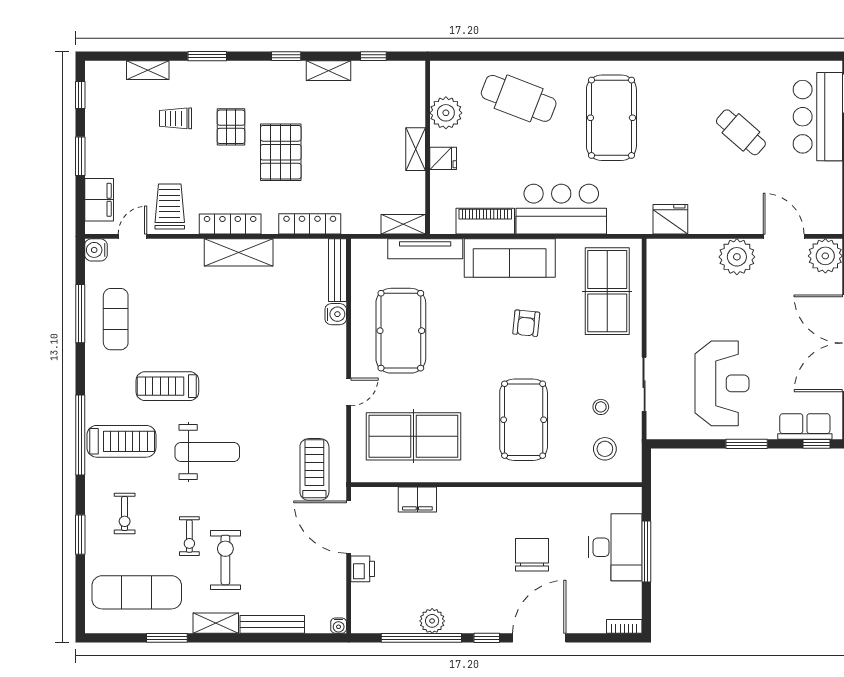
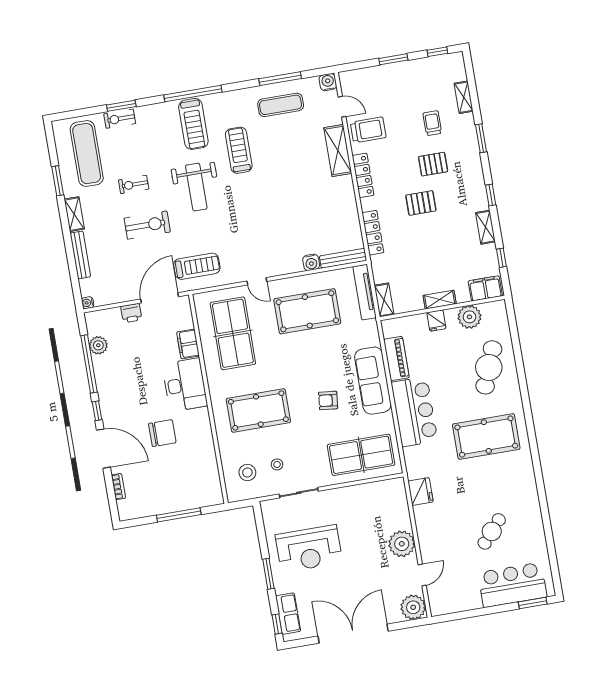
pallet: (281, 152) -> (421, 203), width x0.67, depth x0.71
filing cabinet: (99, 200) -> (485, 288), moved, turned 180
door: (784, 236) -> (422, 575), width x0.73
tv unit: (425, 249) -> (365, 292), moved
shelving: (239, 252) -> (338, 150), moved
exercise bike: (125, 514) -> (120, 119), moved
desk: (615, 547) -> (185, 385), moved, turned -90
exercise bike: (225, 560) -> (147, 225), moved
plant: (432, 621) -> (98, 345), moved
bookcase: (624, 626) -> (118, 487), moved

